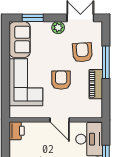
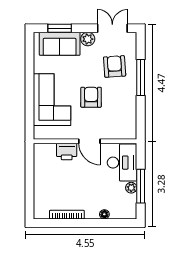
sofa: (20, 40) -> (60, 44), moved, turned 90
piano: (96, 84) -> (129, 102), removed
printer: (17, 131) -> (67, 152), moved, turned 90

